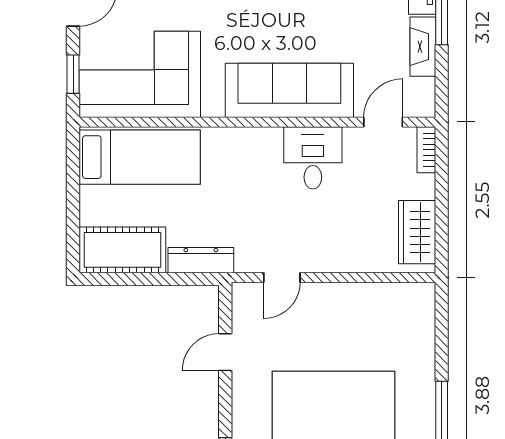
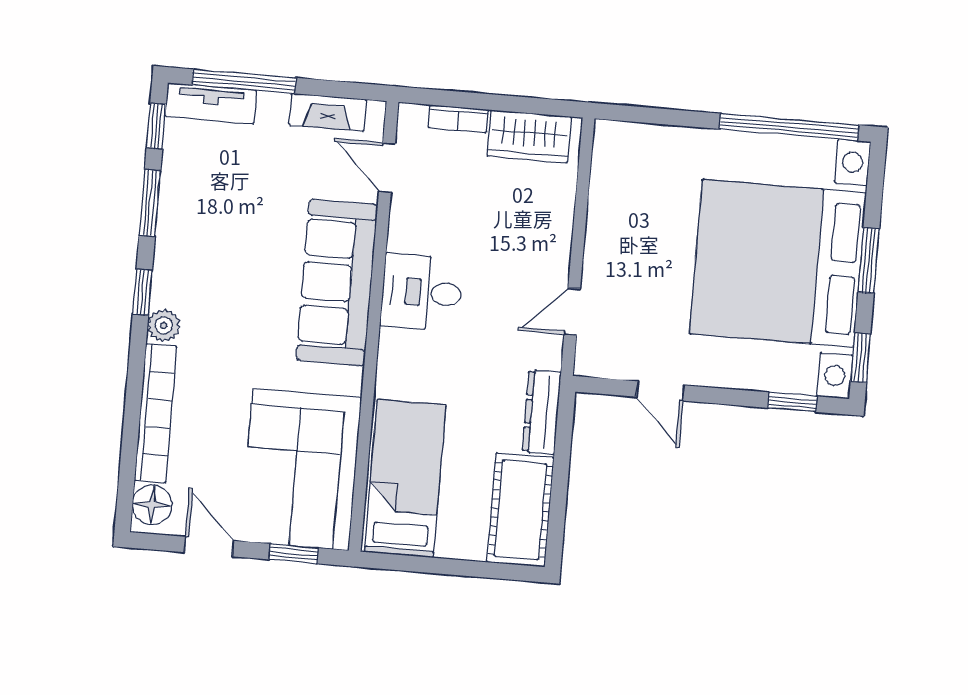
fireplace: (423, 47) -> (328, 112), moved
bookcase: (426, 150) -> (458, 119), moved
desk: (313, 158) -> (422, 292), moved
door: (282, 278) -> (572, 312), swing flipped

